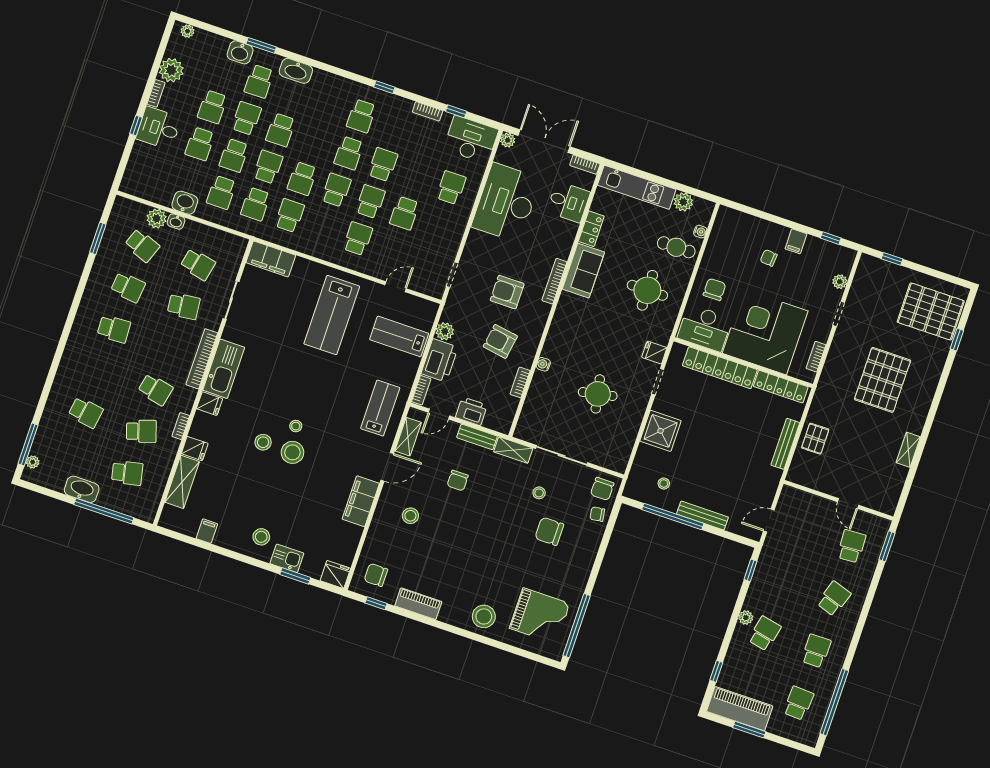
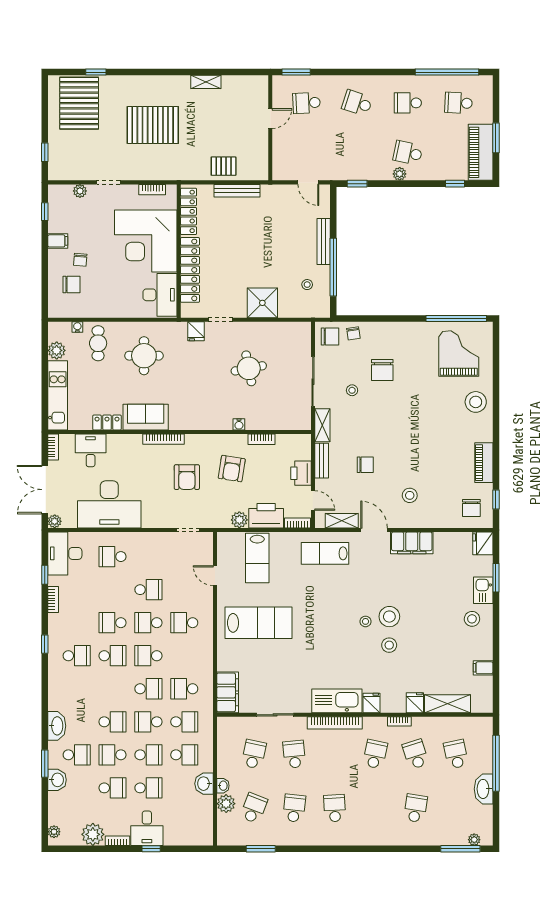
chair: (715, 289) -> (72, 284), moved, turned 180

